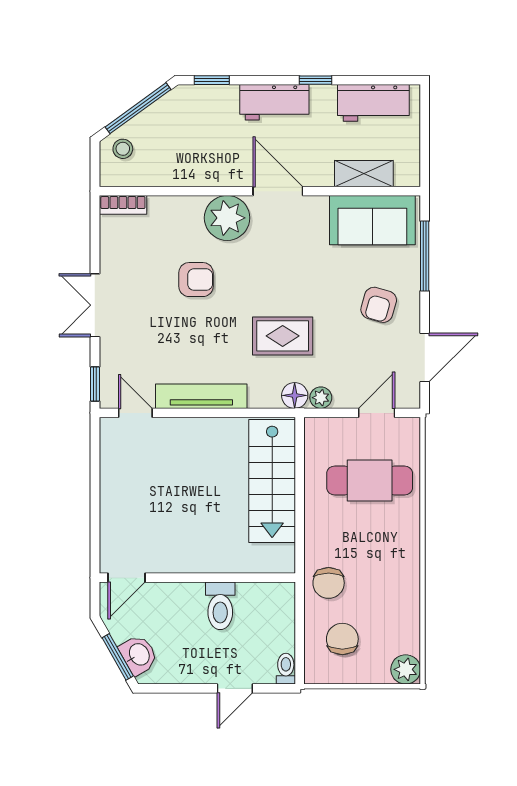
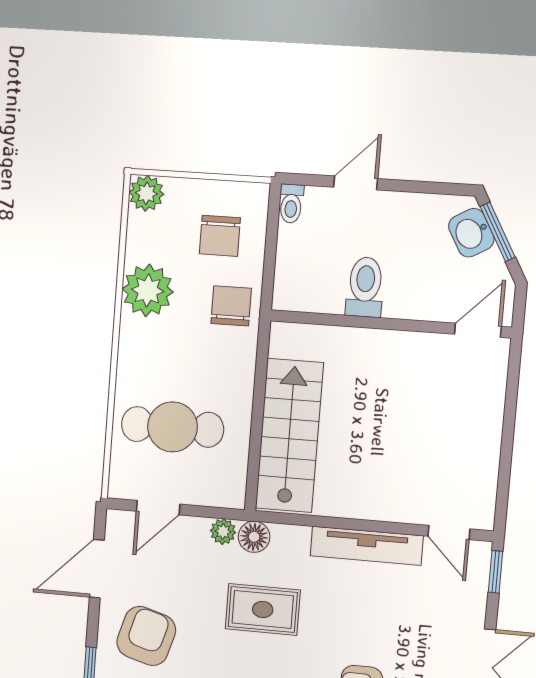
armchair: (379, 305) -> (146, 636), width x1.38, depth x1.38
plant: (399, 591) -> (148, 290), added

